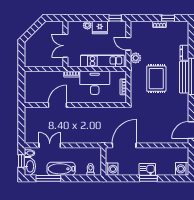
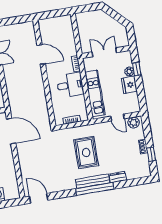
window: (115, 18) -> (137, 69), moved
door: (128, 44) -> (117, 118), swing flipped
plant: (136, 58) -> (134, 123), moved
rug: (156, 79) -> (86, 152), turned 90
desk: (95, 83) -> (70, 85), width x0.73

